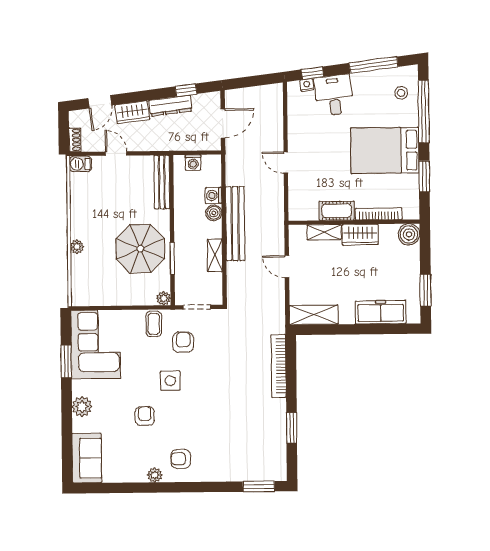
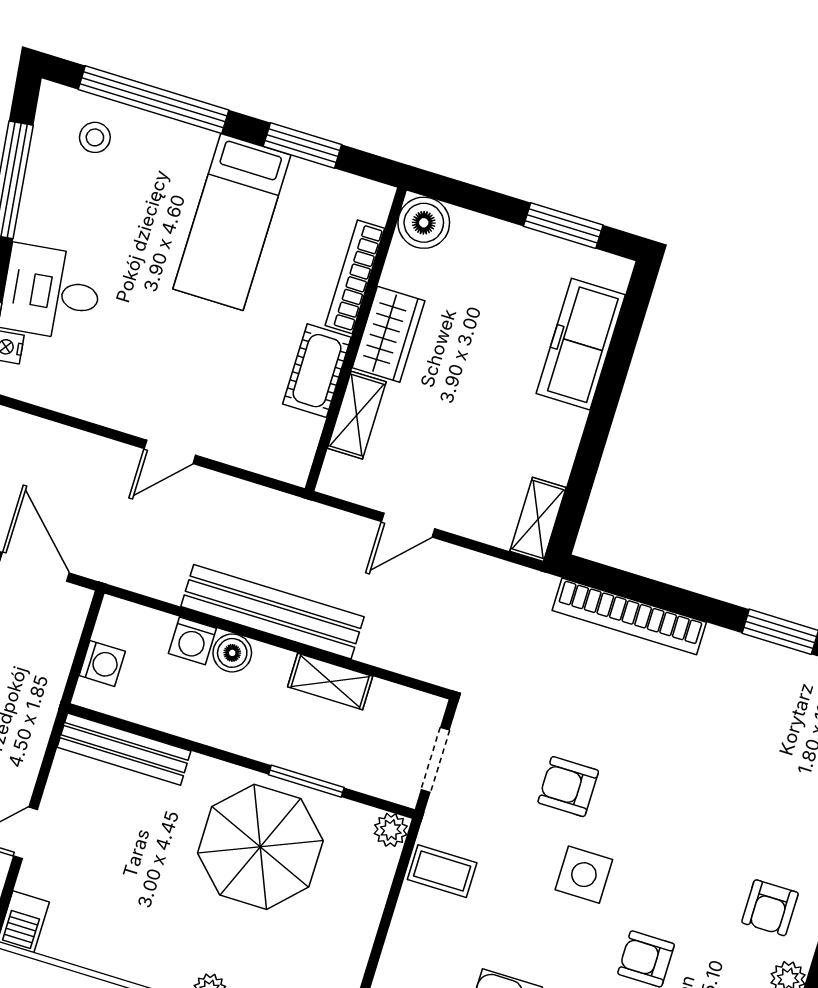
bed: (385, 150) -> (232, 222), width x0.67
shelving: (314, 315) -> (538, 519), width x0.67, depth x0.75
armchair: (183, 342) -> (568, 787), moved

